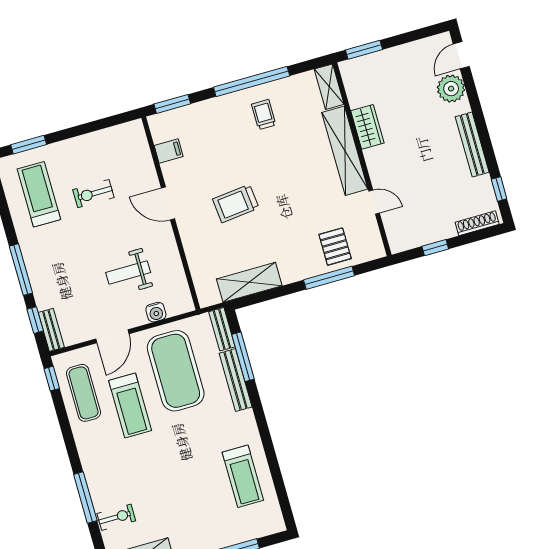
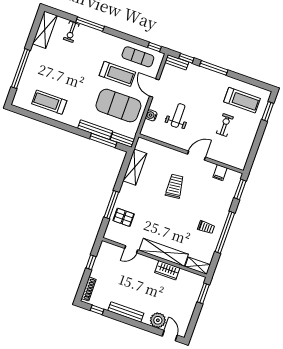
treadmill: (130, 405) -> (117, 74), turned 180

